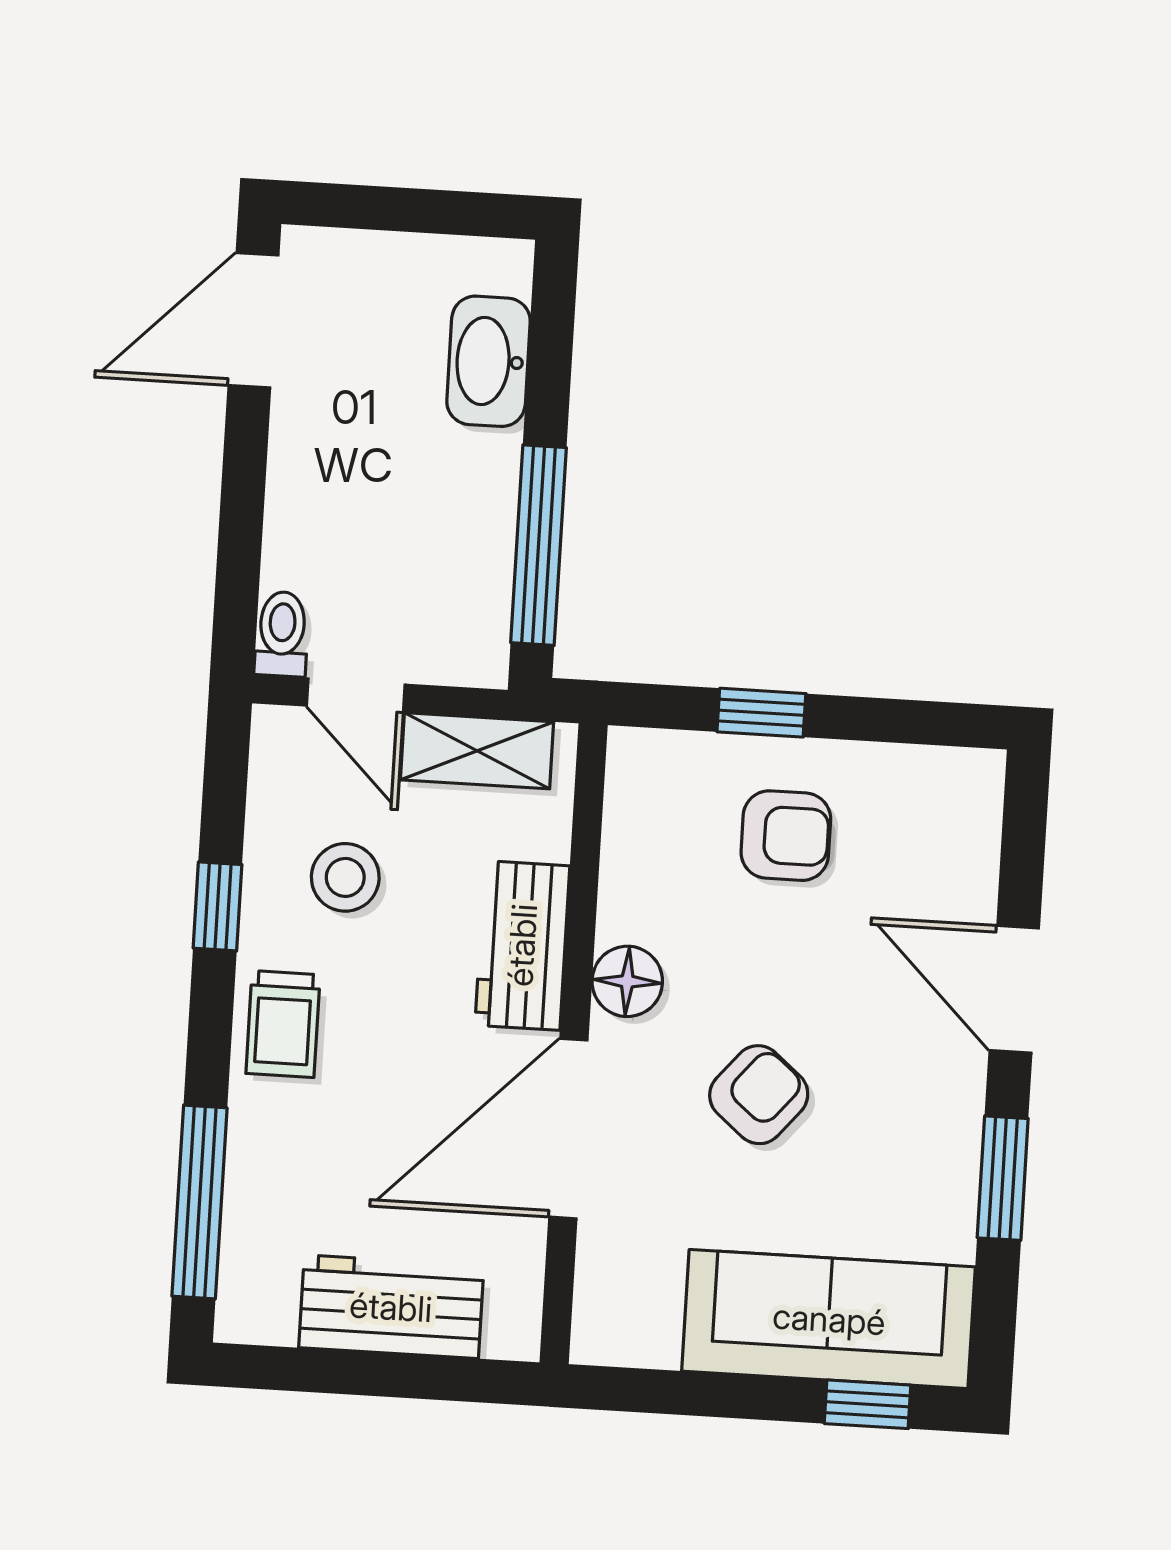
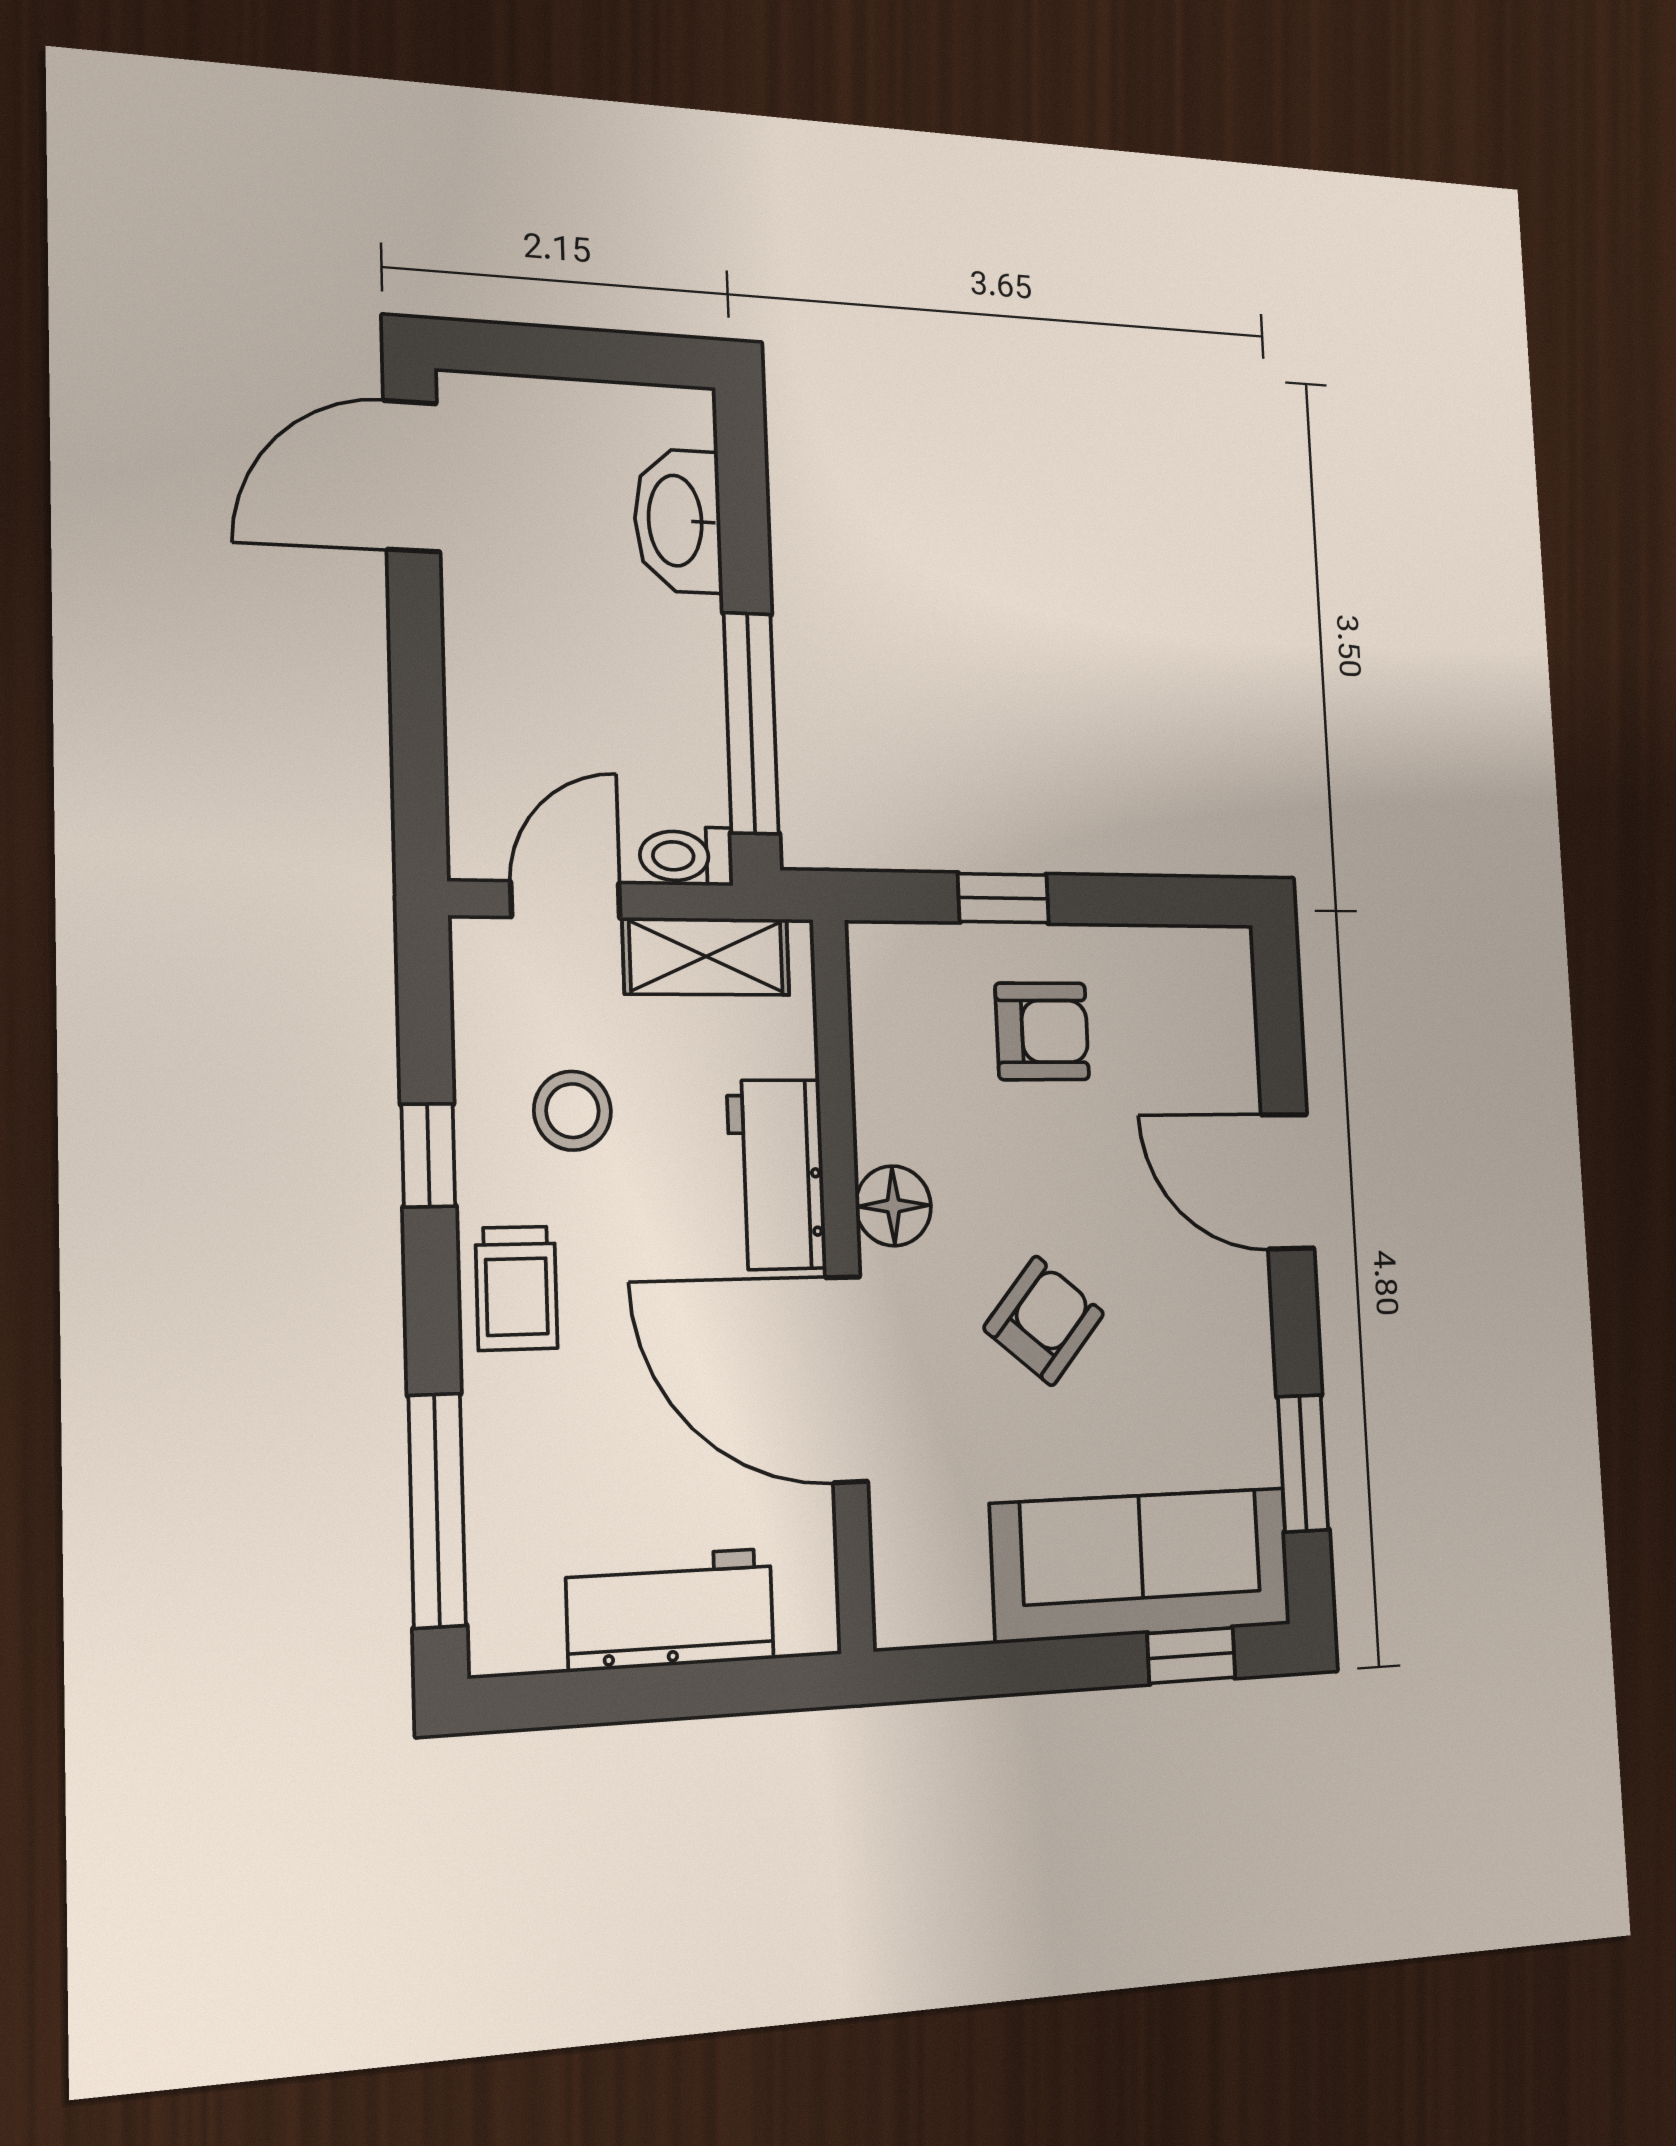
toilet: (282, 634) -> (686, 856), moved, turned -90
door: (356, 695) -> (566, 900), swing flipped
door: (568, 1129) -> (847, 1379), hinge flipped
window: (1003, 1178) -> (1303, 1463), moved

